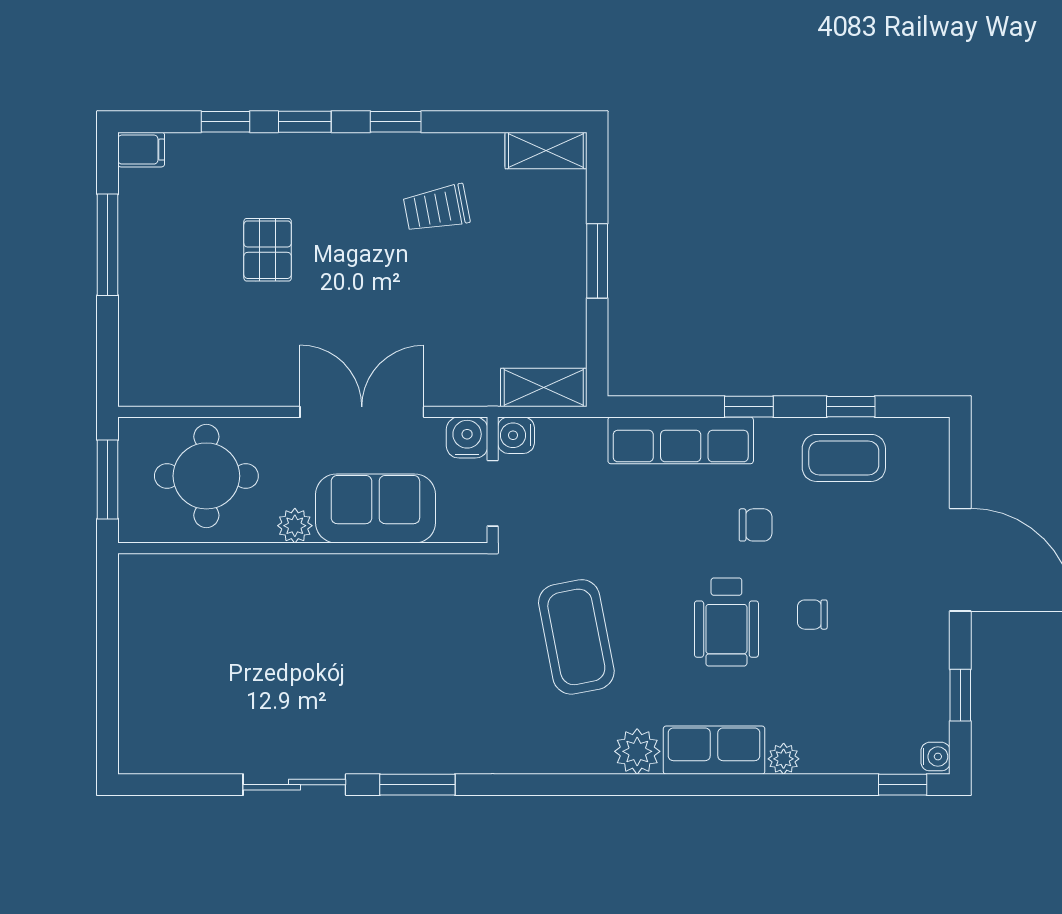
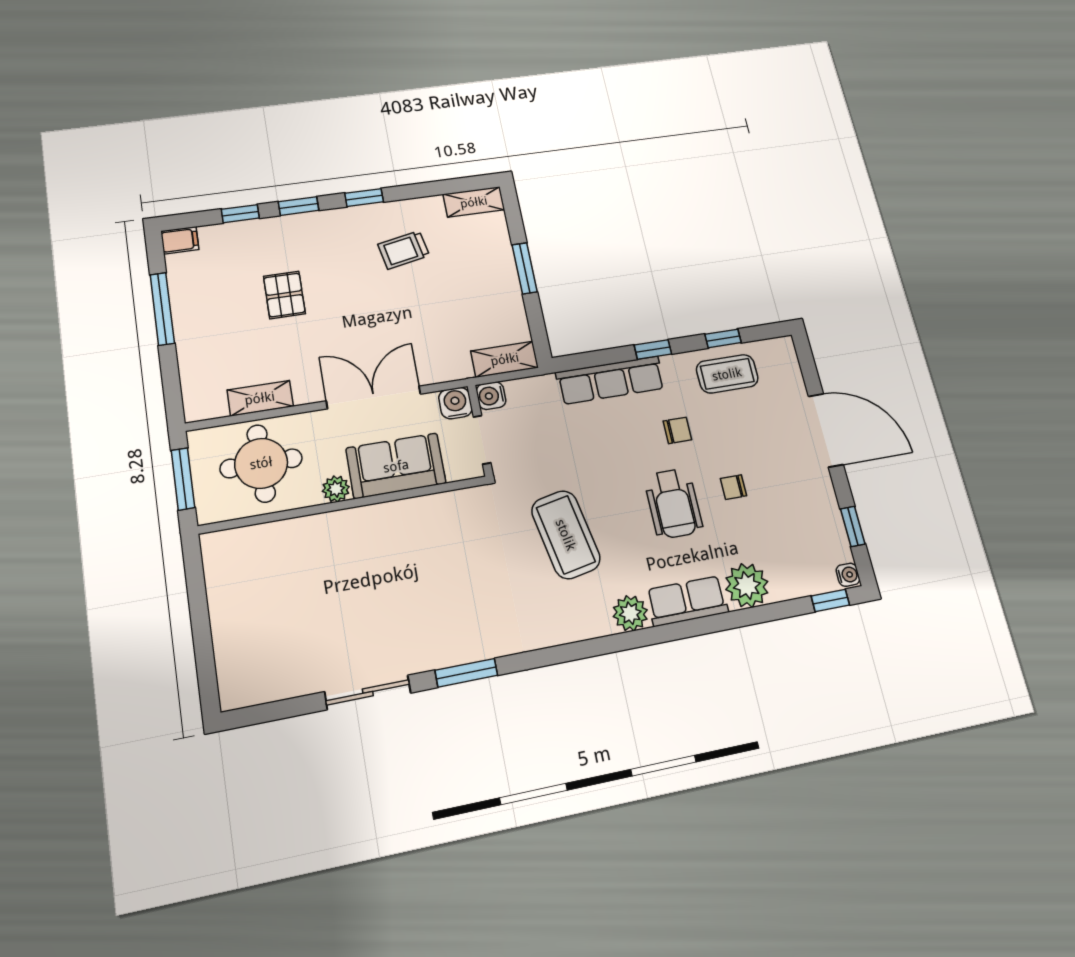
shelving: (217, 389) -> (260, 398), added
plant: (784, 759) -> (747, 585), width x1.88, depth x1.88

